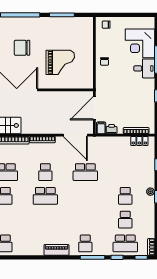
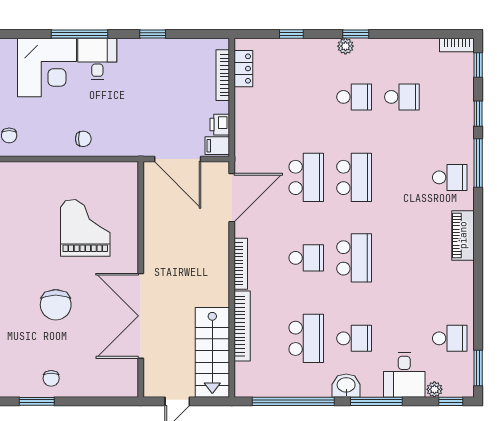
school desk: (125, 243) -> (354, 177), moved

